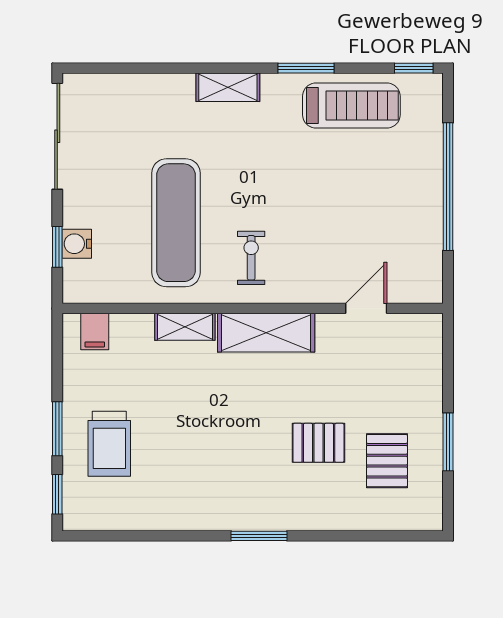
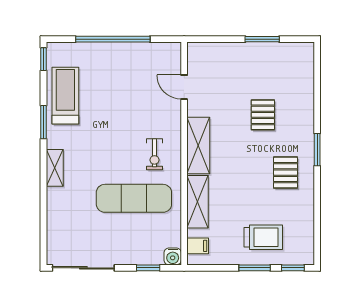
water cooler: (77, 244) -> (173, 256), moved
exercise bike: (251, 258) -> (154, 154), turned -90
shelving: (185, 327) -> (197, 202), width x1.50, depth x1.33
pallet: (387, 461) -> (285, 173), moved, turned 90

